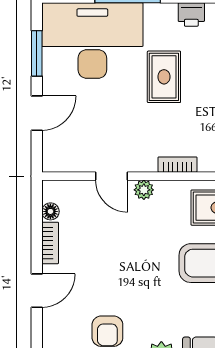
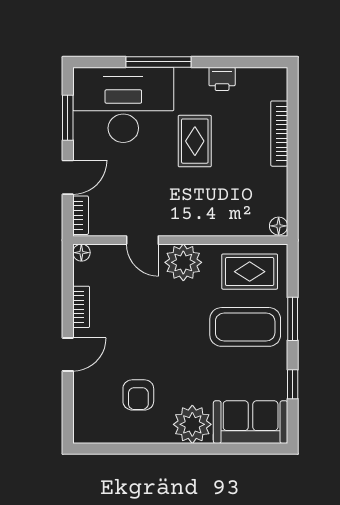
bookcase: (177, 165) -> (81, 215), moved, turned 90
plant: (144, 190) -> (183, 262), width x1.87, depth x1.87
floor lamp: (50, 211) -> (81, 253), moved

